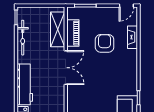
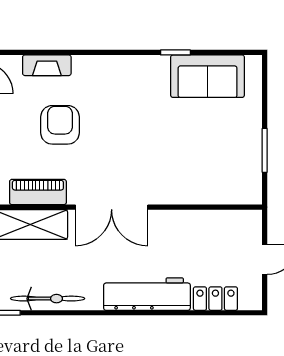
armchair: (105, 43) -> (60, 125), turned 90
double door: (66, 68) -> (112, 207), swing flipped

